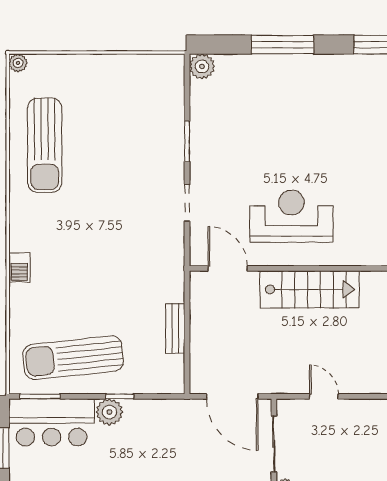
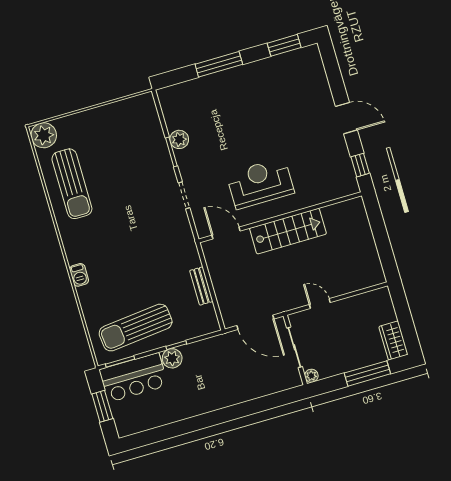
plant: (18, 63) -> (44, 135), width x1.88, depth x1.88
plant: (202, 66) -> (179, 139), moved

